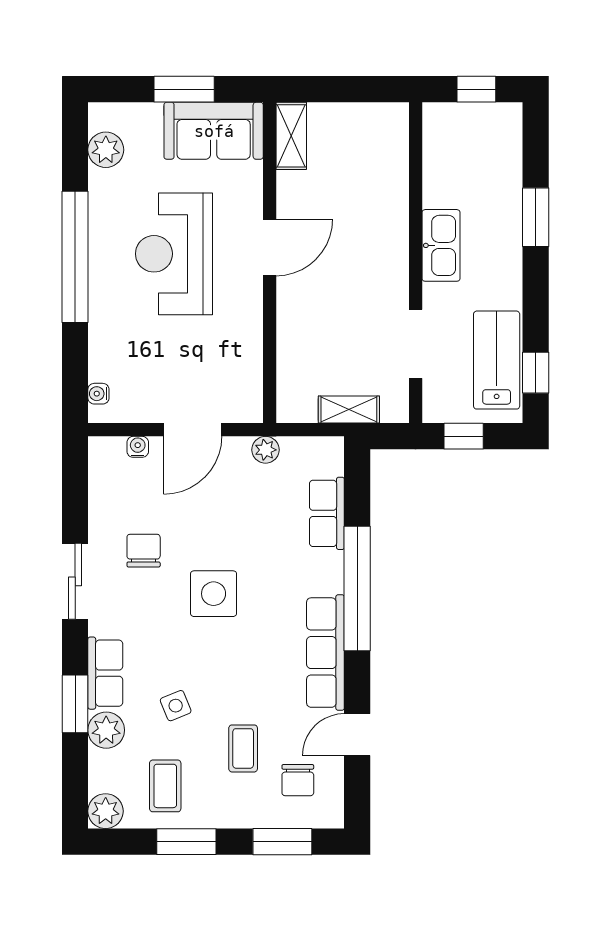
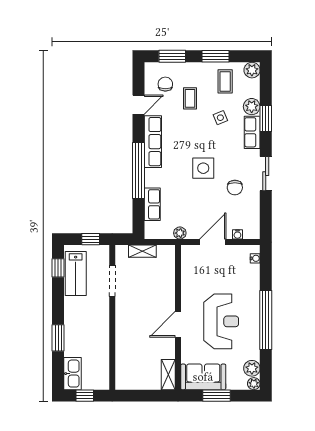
plant: (102, 116) -> (254, 384), added
kitchen sink: (441, 245) -> (72, 374), moved, turned 180

